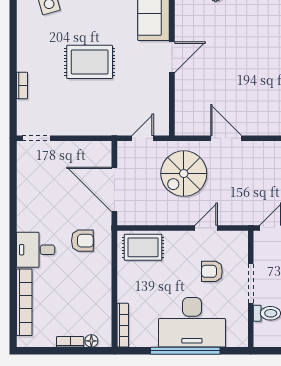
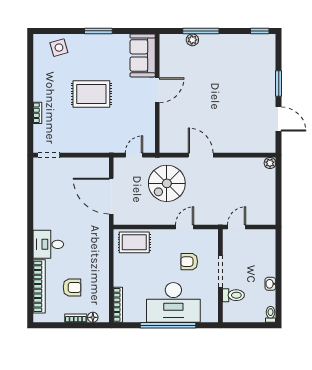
armchair: (82, 241) -> (72, 287), moved

